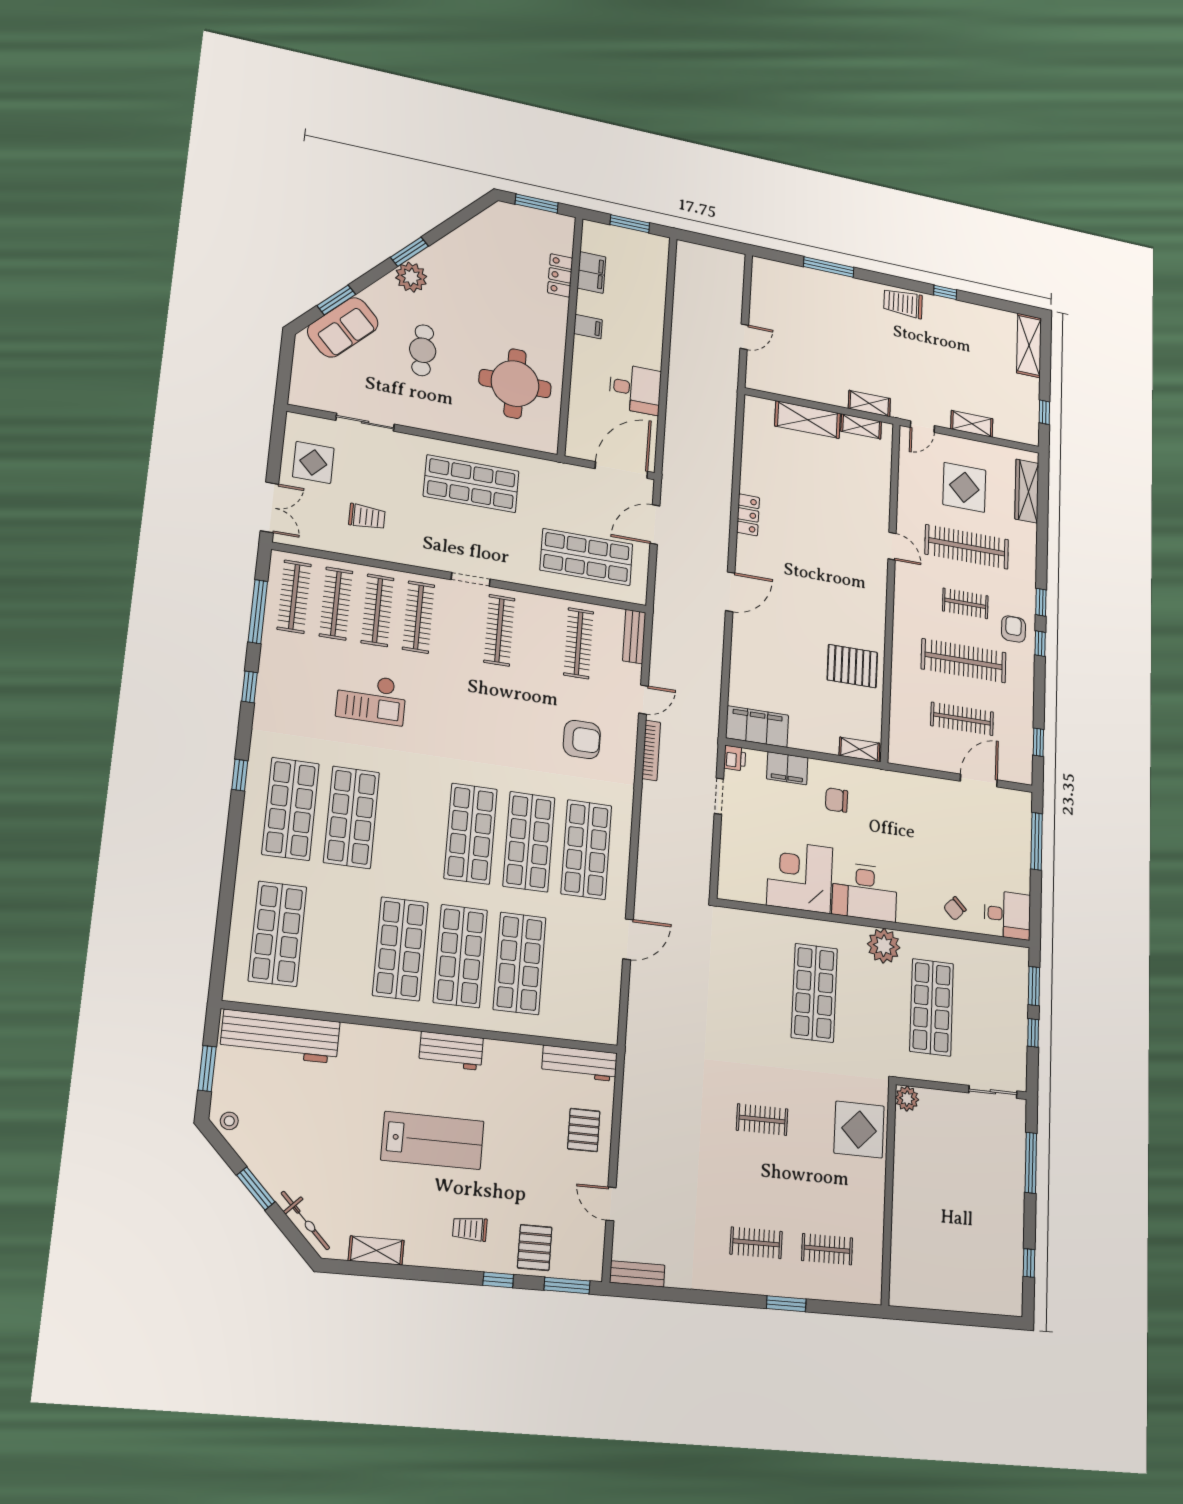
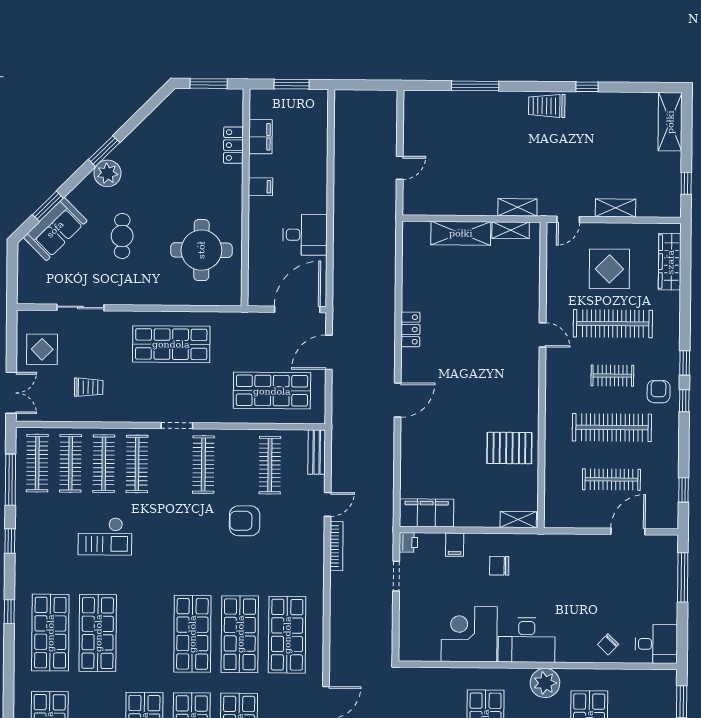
armchair: (582, 739) -> (245, 521), moved, turned 180
filing cabinet: (787, 768) -> (455, 545), width x0.50

